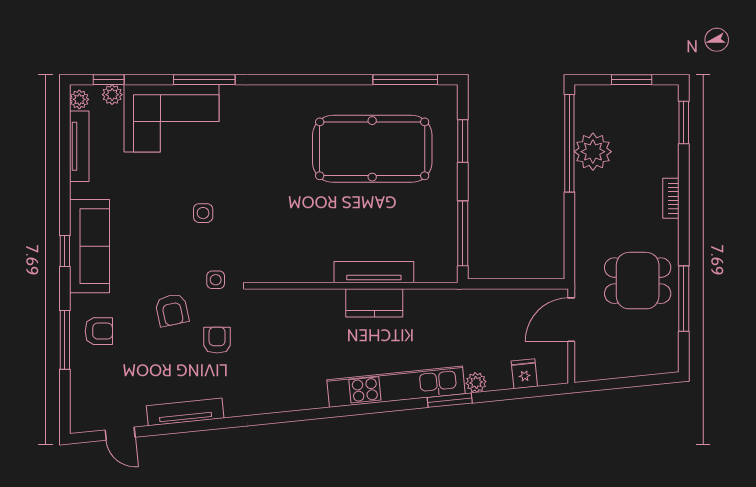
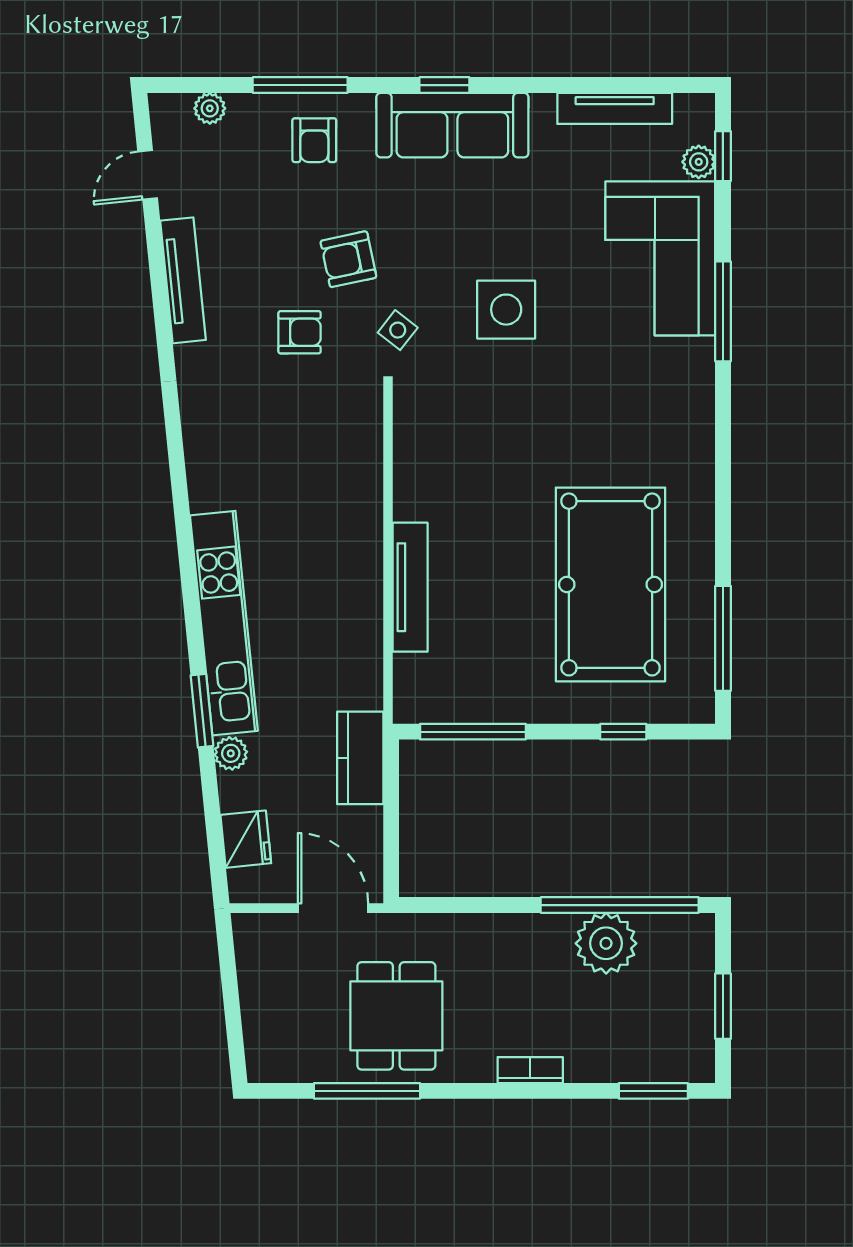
plant: (79, 99) -> (210, 108), moved
window: (463, 141) -> (623, 732), width x0.67
side table: (203, 213) -> (506, 310), width x1.87, depth x1.87
side table: (216, 280) -> (398, 330), turned 38
kitchen counter: (374, 303) -> (360, 758), moved
fridge: (524, 374) -> (246, 839), width x1.38

